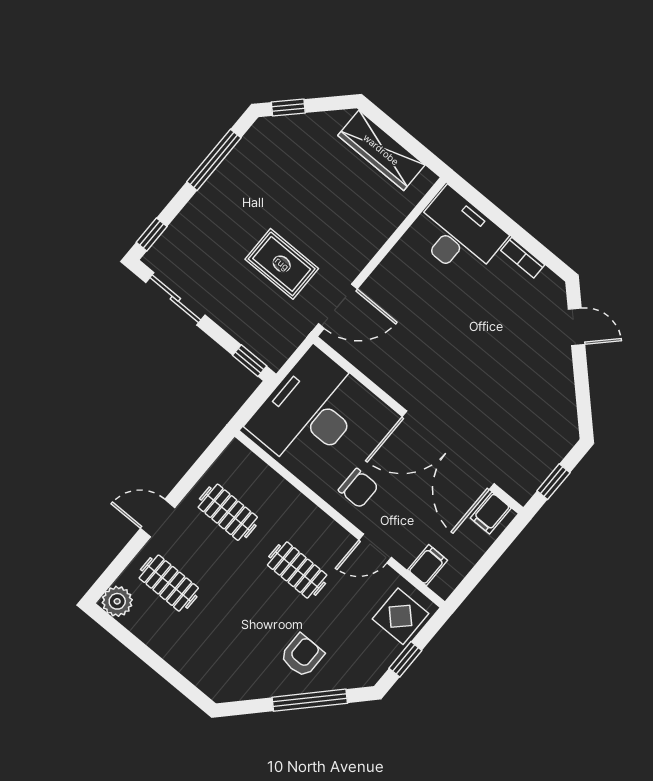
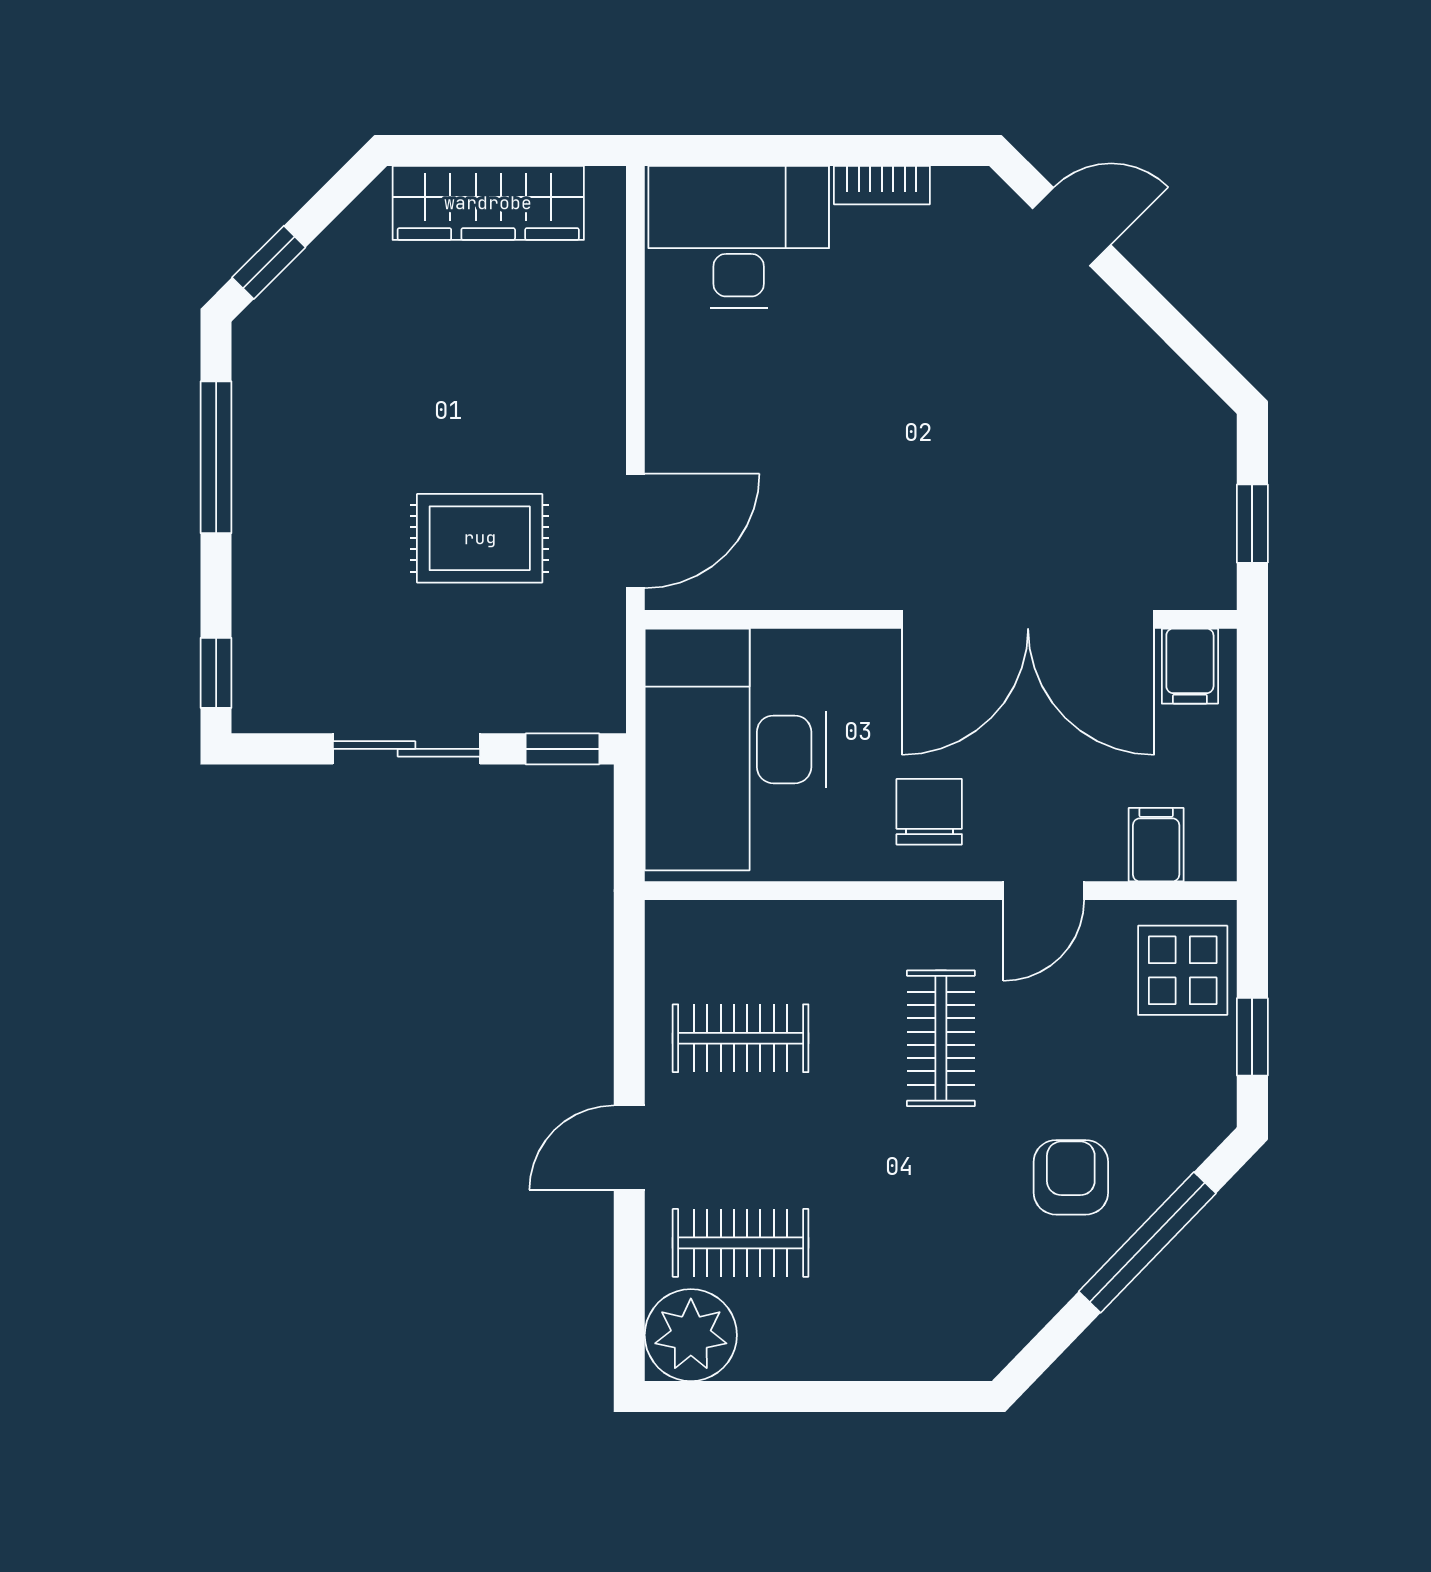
sliding door: (175, 299) -> (407, 749), moved
chair: (358, 488) -> (929, 812), turned -90
clothes rail: (297, 570) -> (941, 1038), turned 90
plant: (117, 601) -> (691, 1335), width x1.36, depth x1.36

